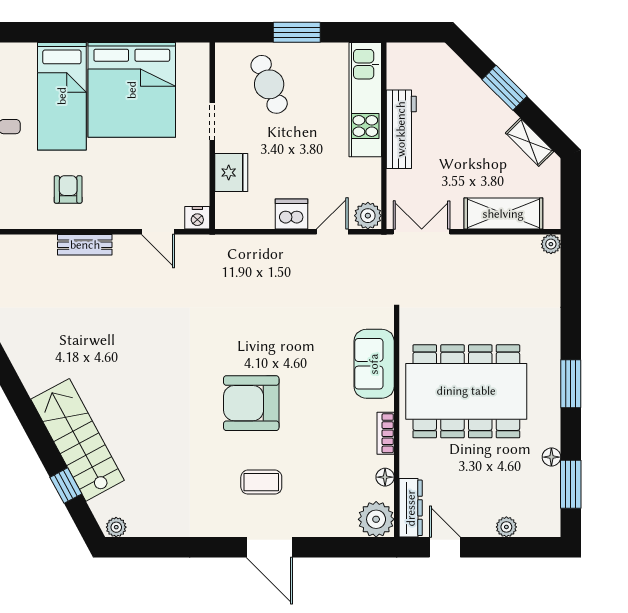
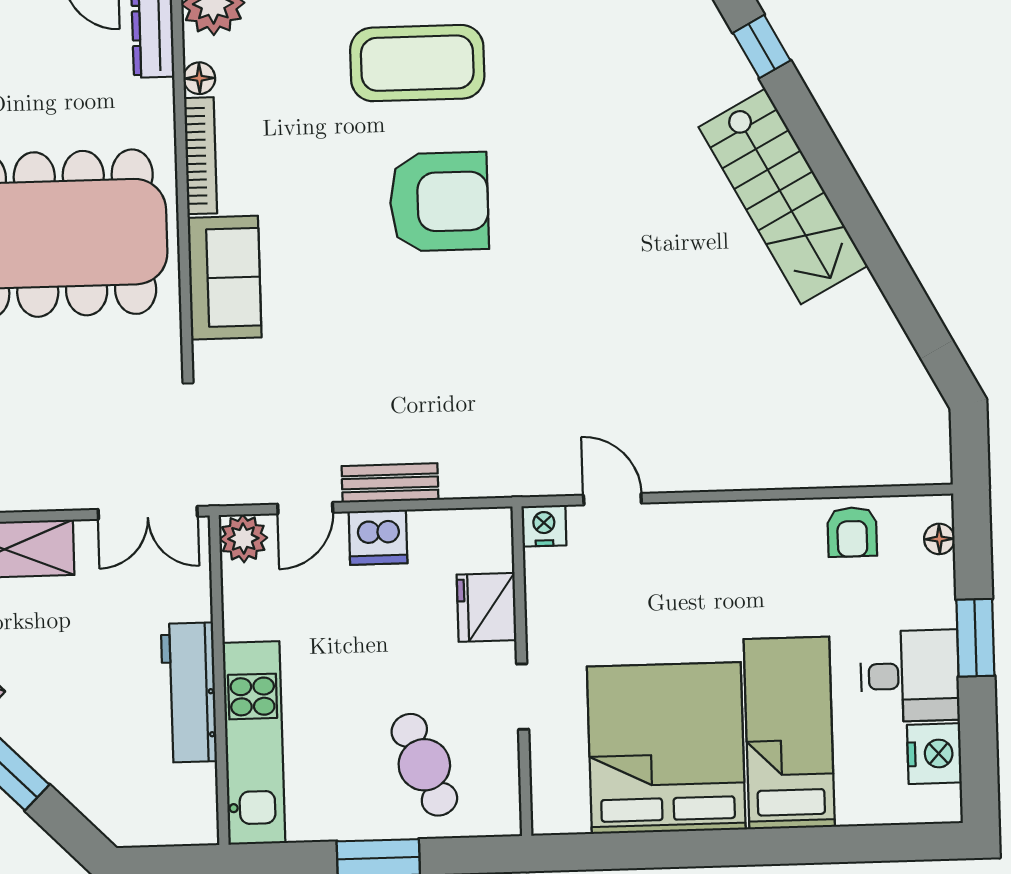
armchair: (68, 189) -> (852, 532), moved
bench: (85, 245) -> (390, 483), moved
bookcase: (386, 433) -> (201, 156), width x1.56
stairs: (78, 440) -> (783, 196), moved
coffee table: (261, 482) -> (417, 63), width x1.86, depth x1.72

